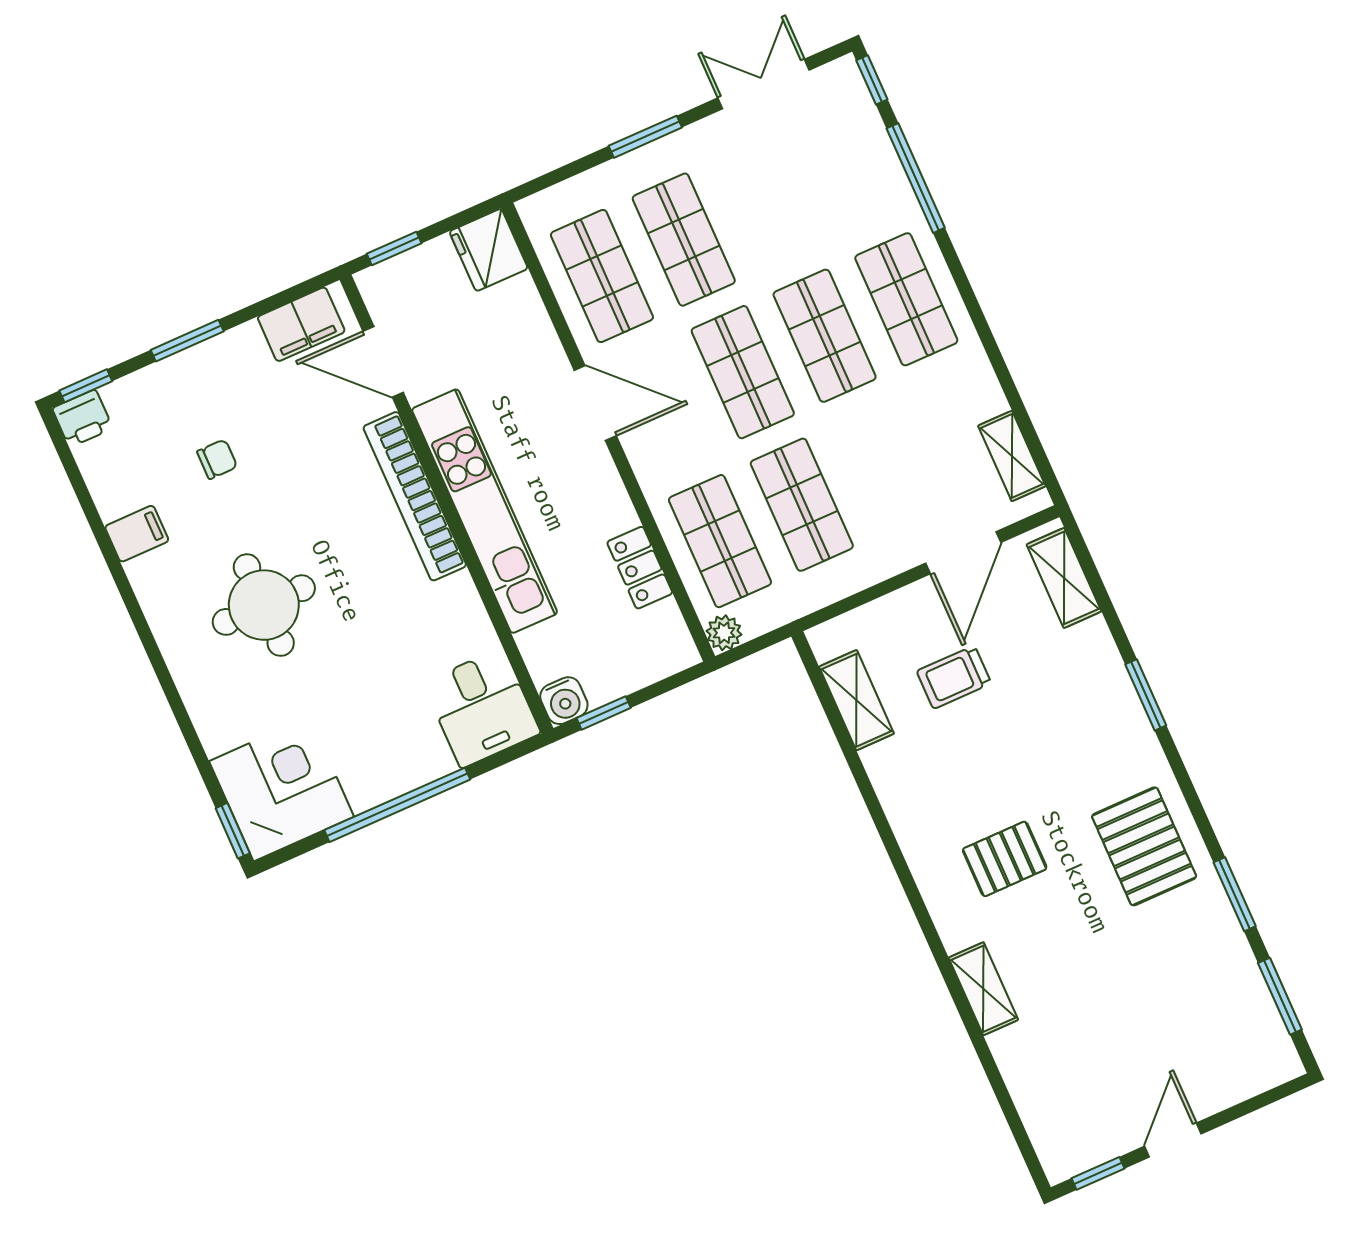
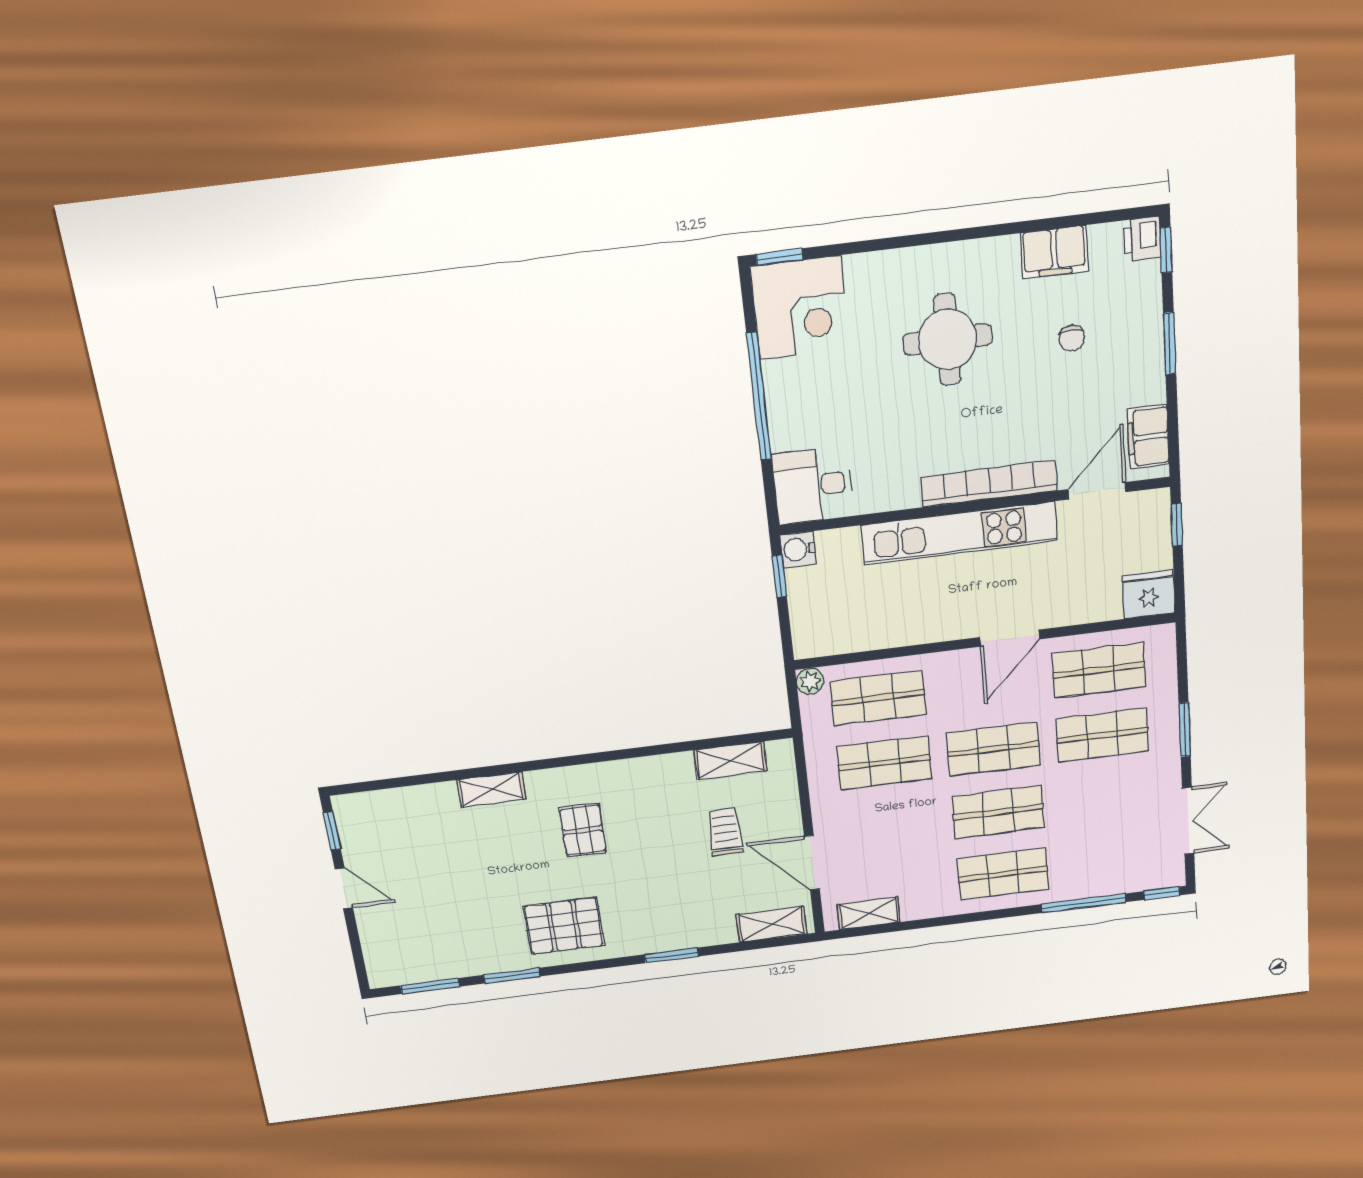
filing cabinet: (137, 534) -> (1054, 252), width x2.00
locker: (640, 568) -> (878, 635), removed

